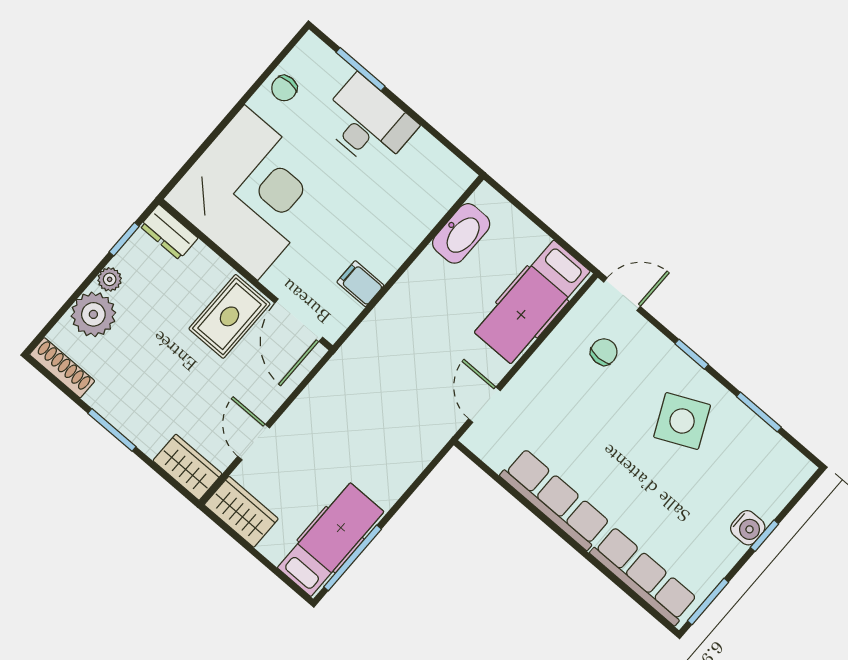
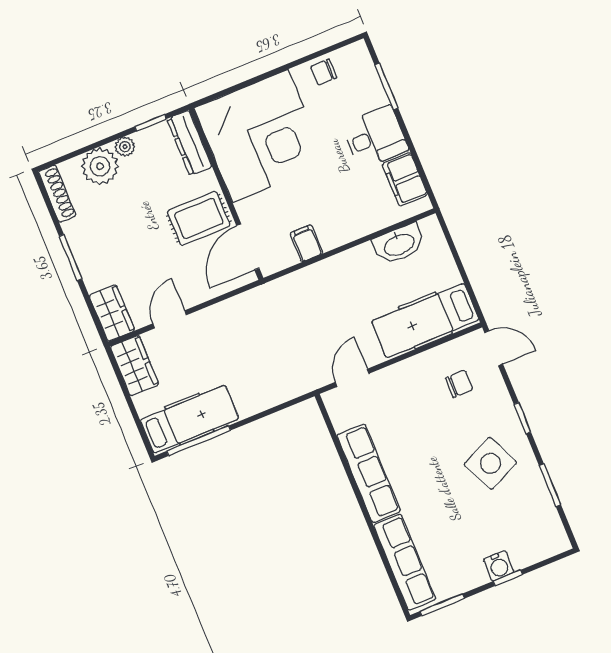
desk: (368, 123) -> (375, 137), width x0.73
filing cabinet: (432, 160) -> (405, 179), added
dresser: (169, 232) -> (189, 143), width x1.44

